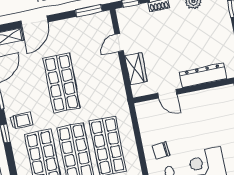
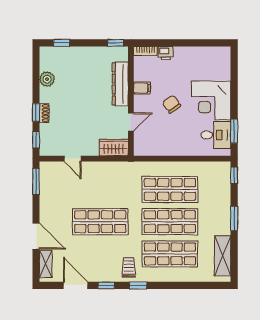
wardrobe: (136, 69) -> (114, 147), moved
filing cabinet: (204, 98) -> (142, 88), added
chair: (161, 150) -> (172, 104), moved, turned 151

